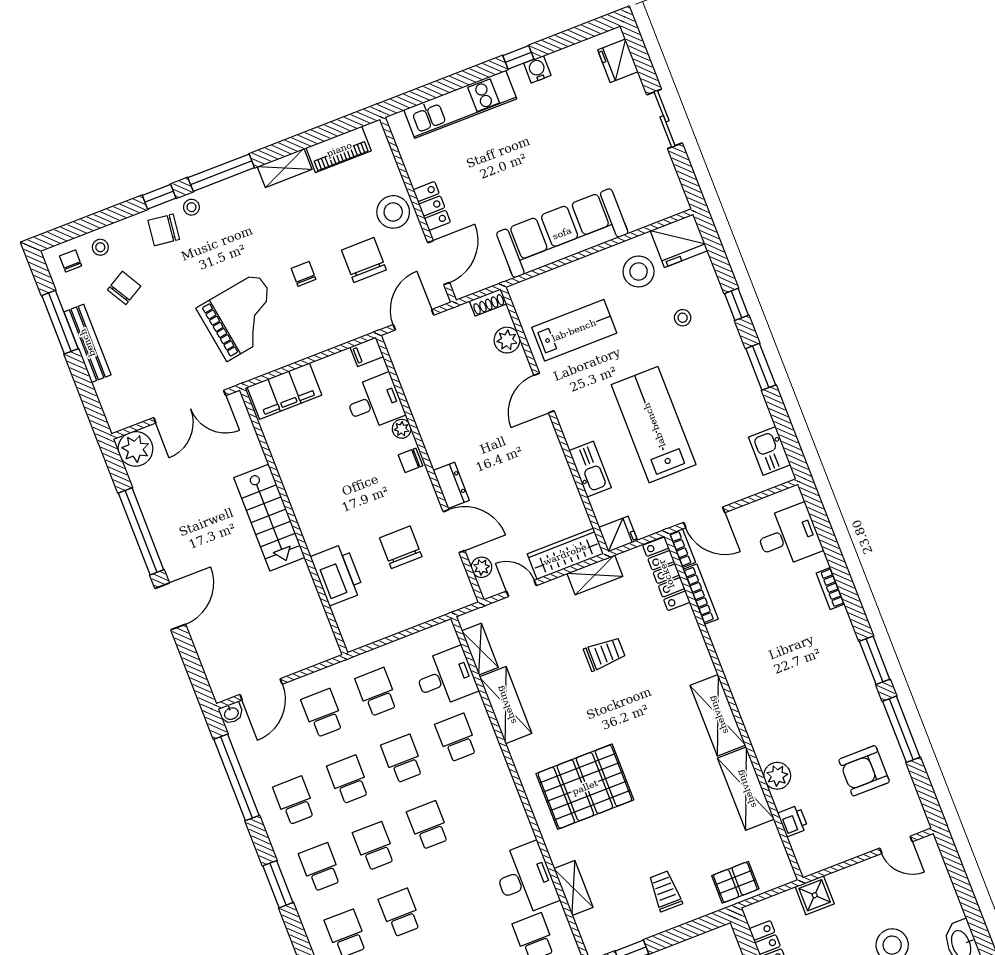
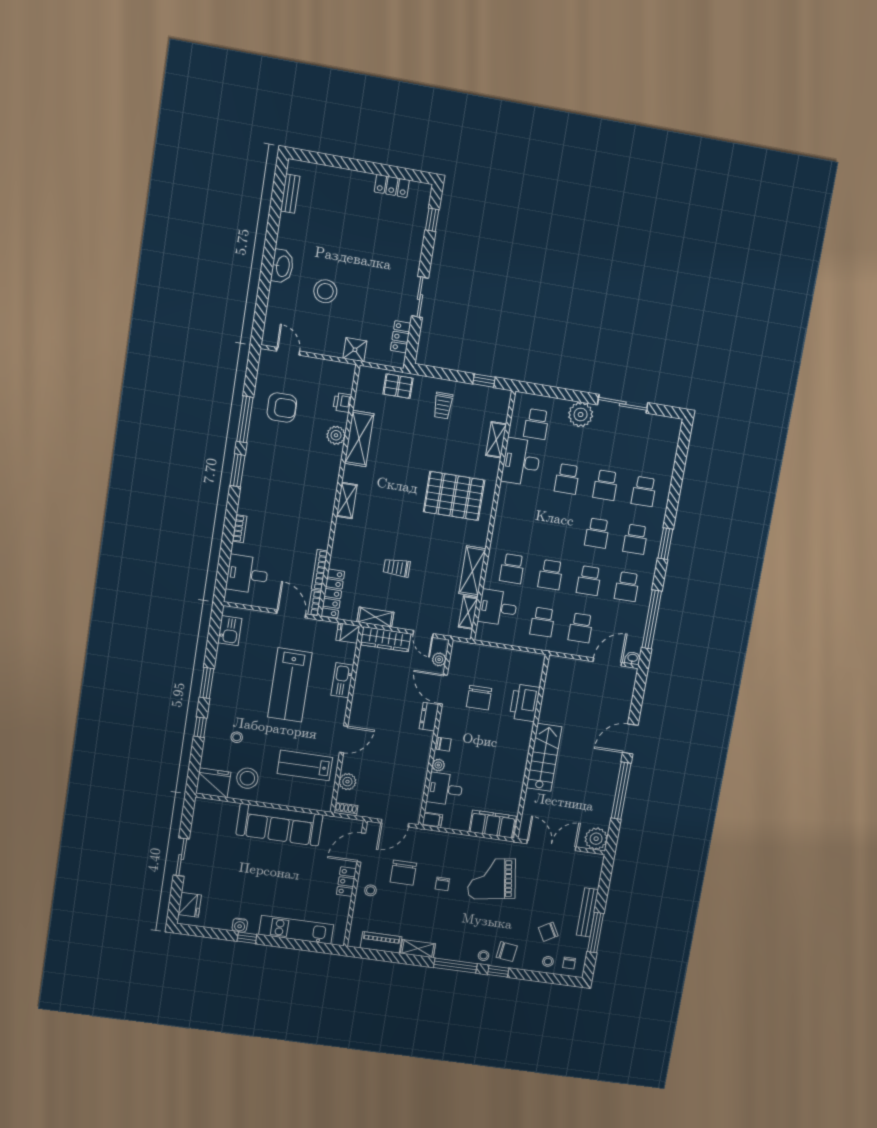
stool: (393, 212) -> (370, 890), width x0.53, depth x0.53
shelving: (718, 715) -> (347, 500), width x0.67, depth x0.75
school desk: (428, 825) -> (567, 479), moved

